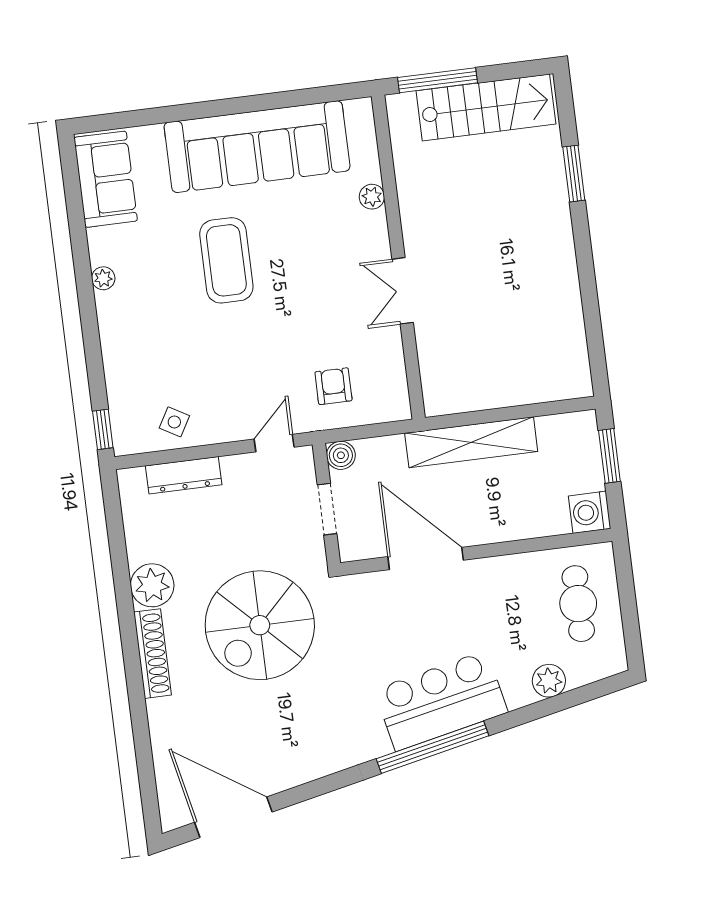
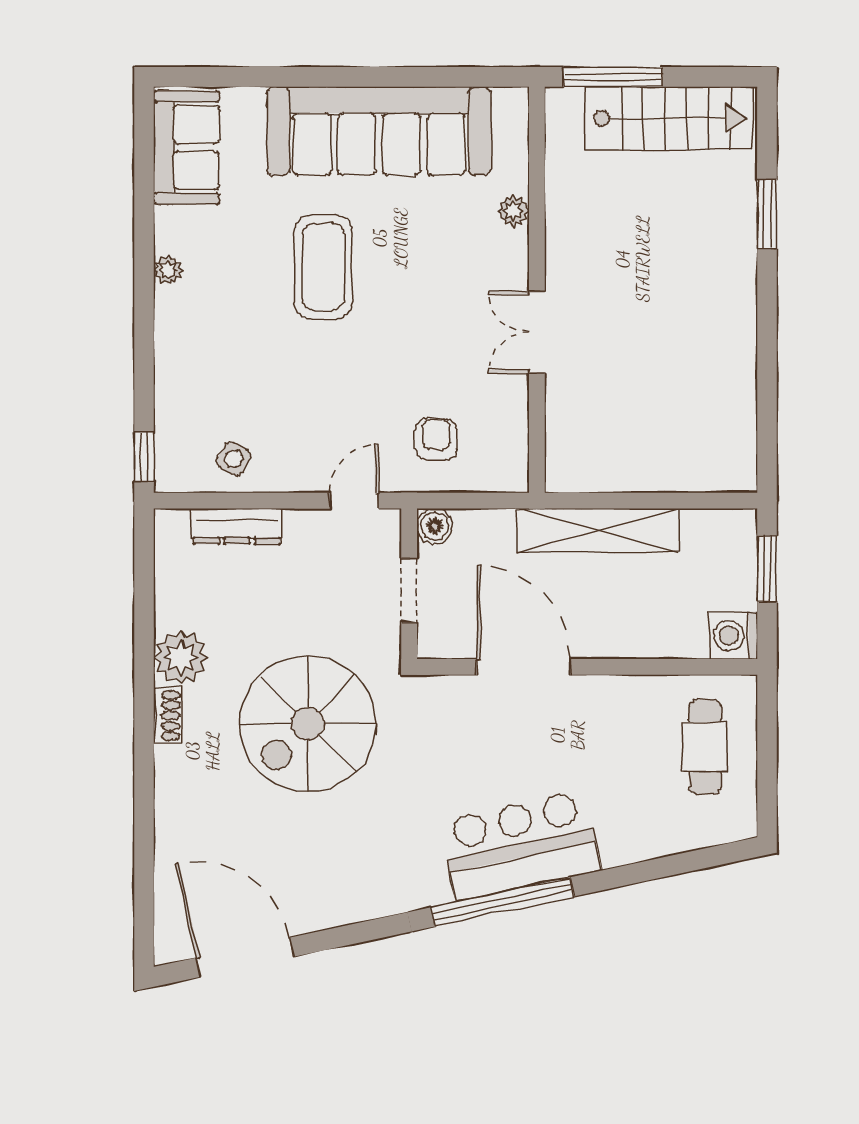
shoe rack: (153, 654) -> (167, 716), width x0.51, depth x0.81
plant: (549, 681) -> (657, 838), removed

